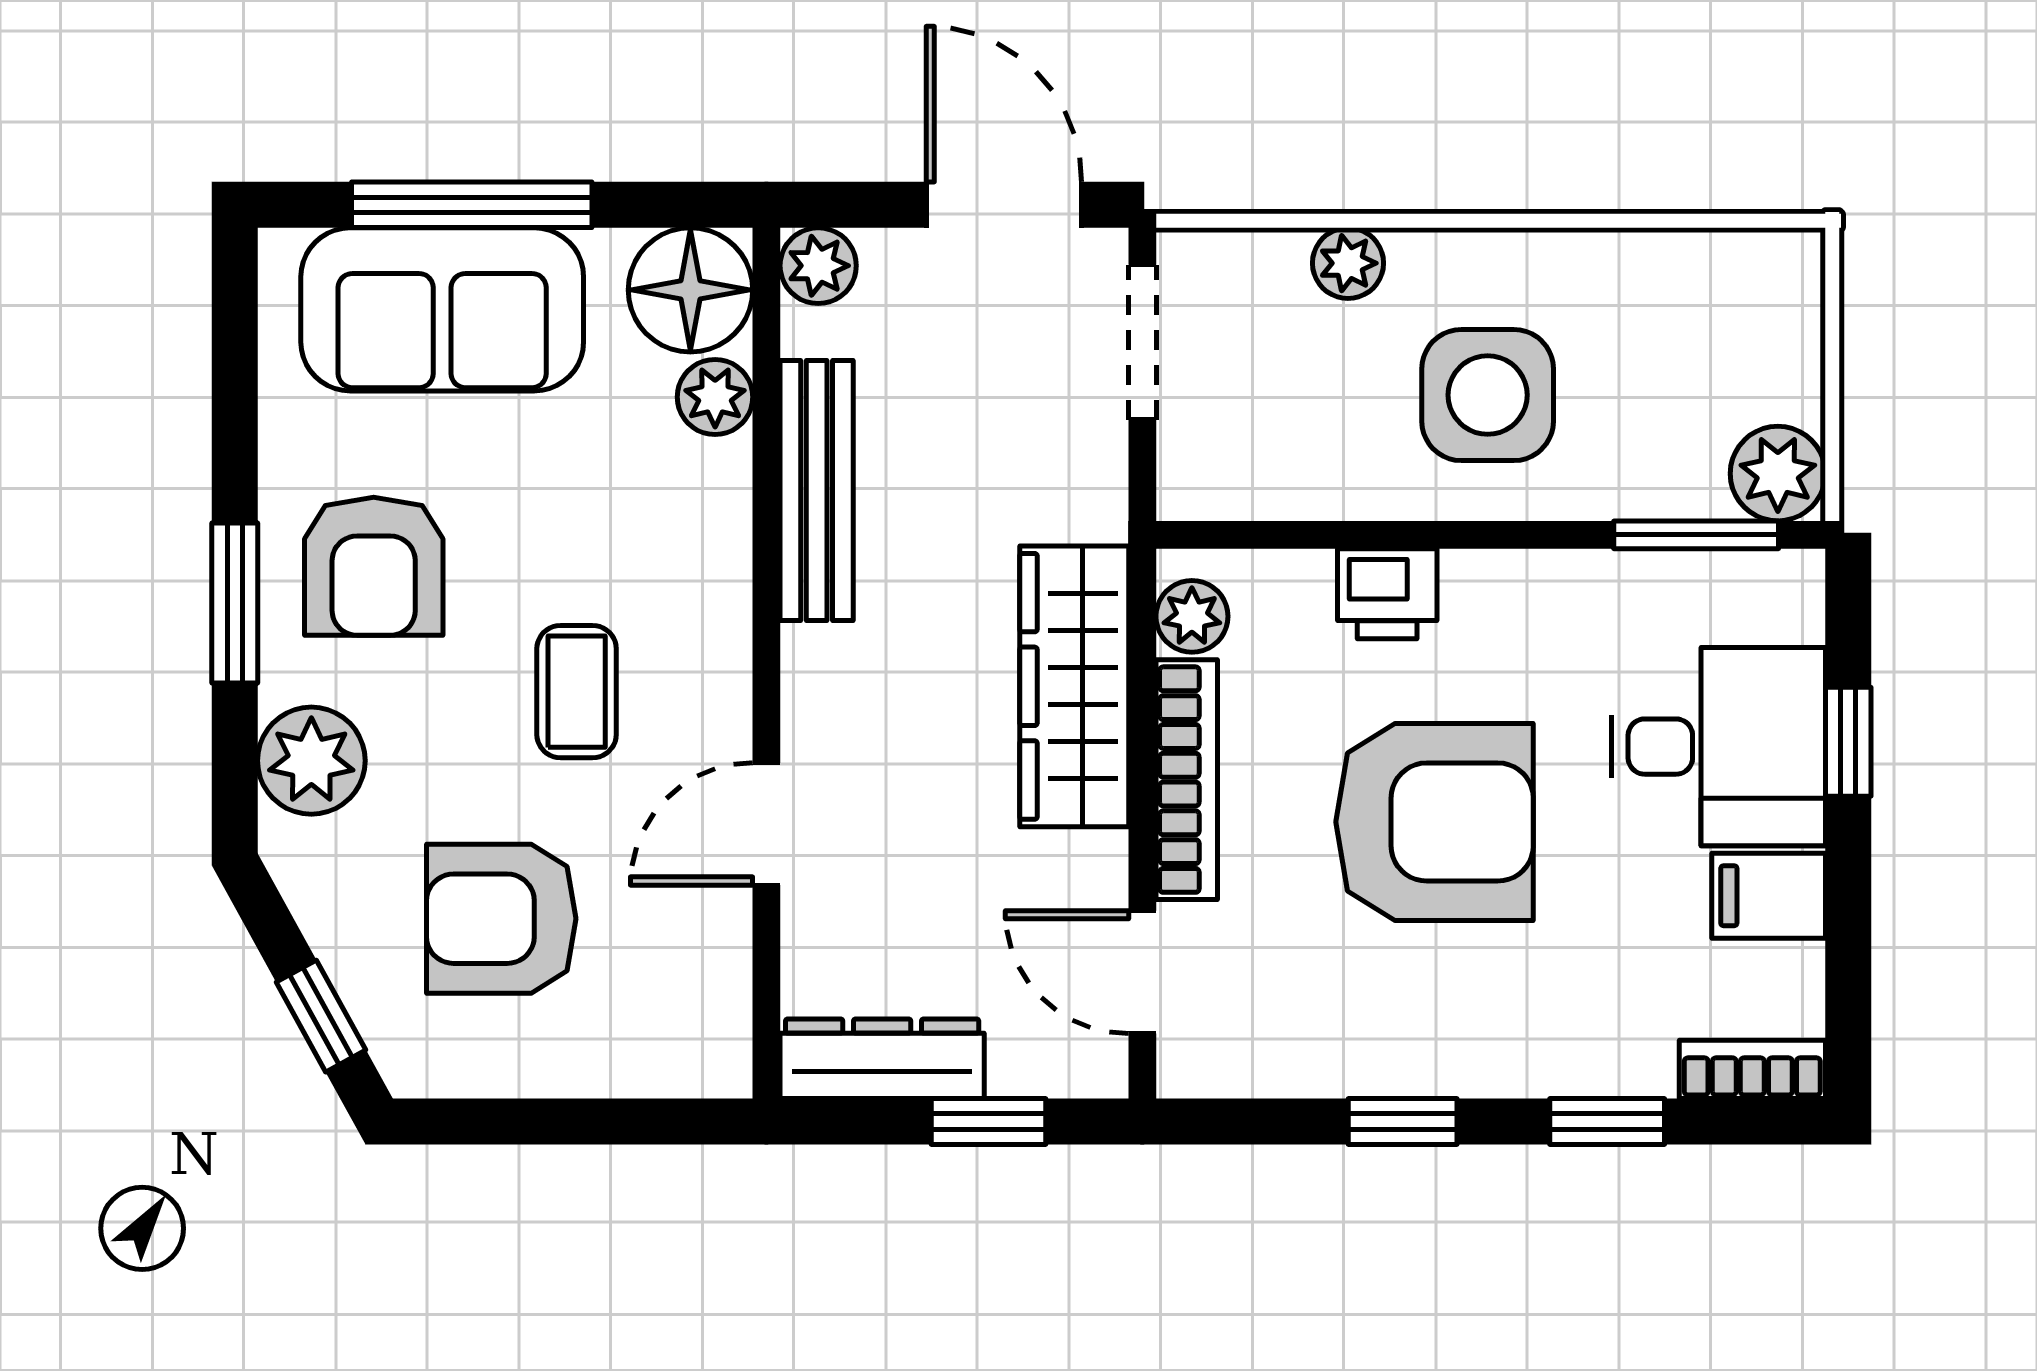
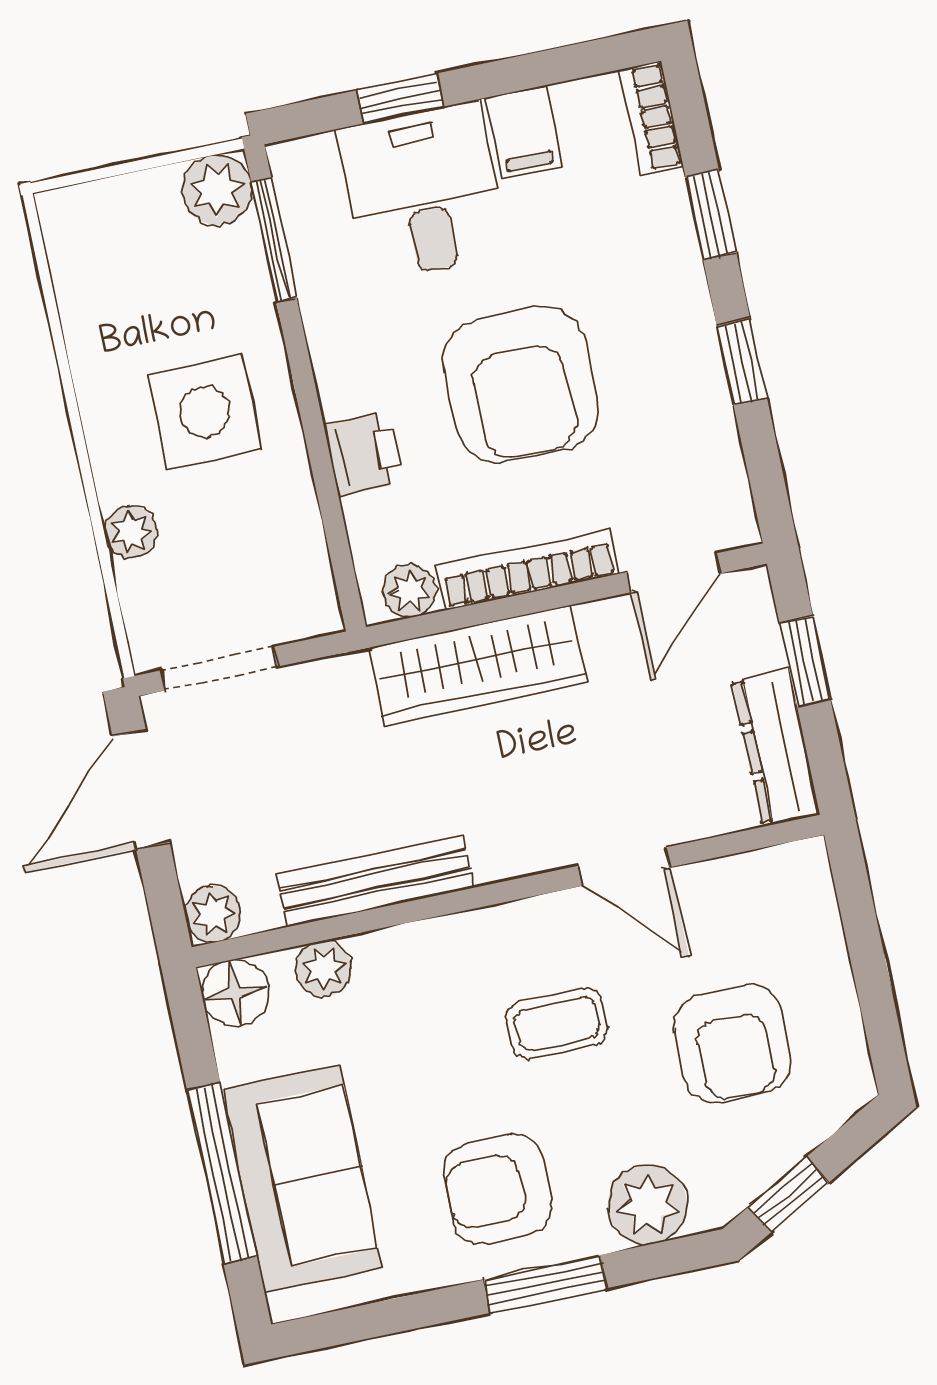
floor lamp: (690, 290) -> (235, 993), width x0.73, depth x0.73
armchair: (374, 566) -> (498, 1189), turned 180
armchair: (1435, 822) -> (521, 385), turned 180
window: (321, 1016) -> (789, 1195), moved

